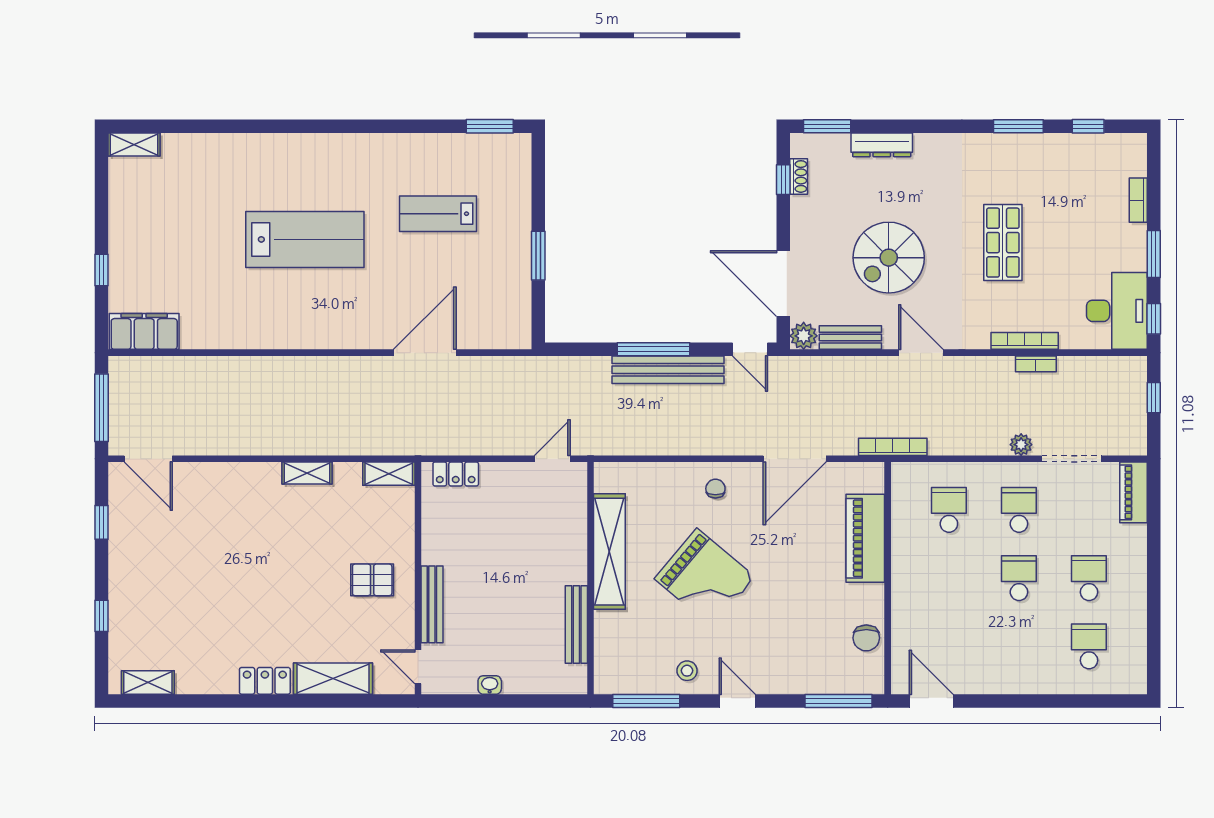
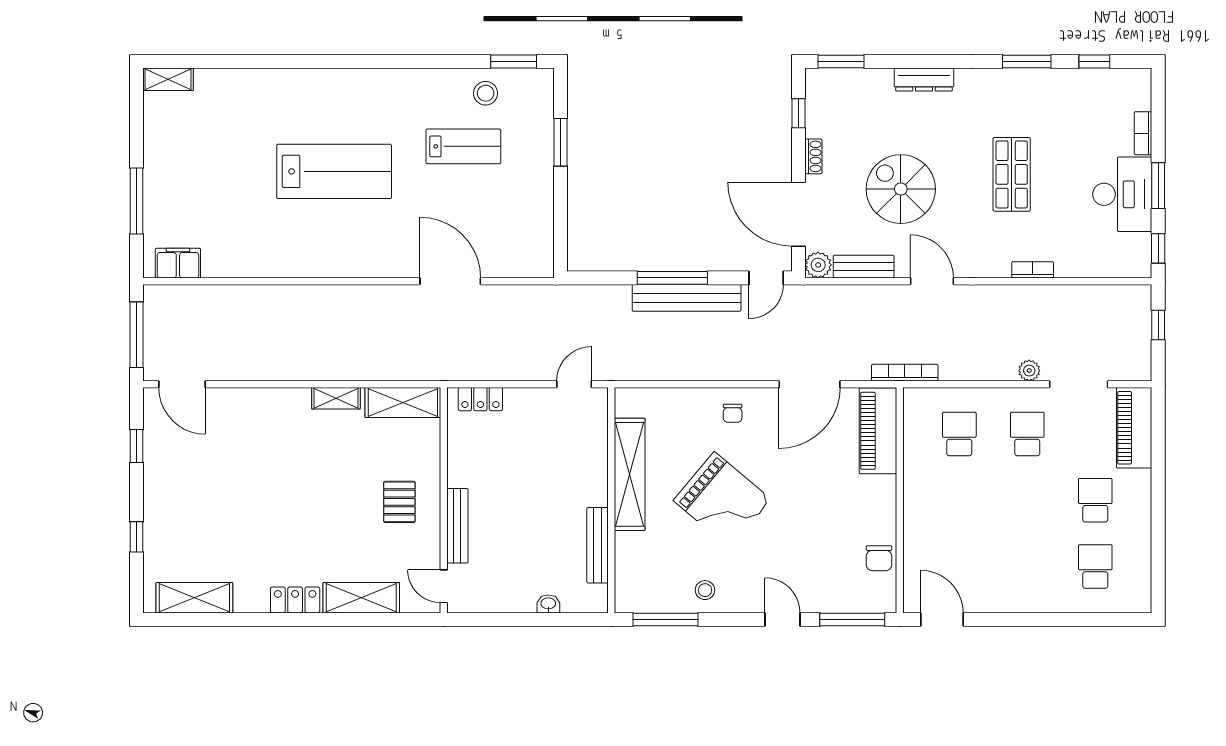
dresser: (882, 145) -> (924, 80), moved
stool: (461, 159) -> (486, 93), added
shoe rack: (799, 176) -> (813, 156), moved
lab bench: (438, 214) -> (463, 146), turned 180
window: (538, 256) -> (560, 142), moved
spiral stairs: (889, 258) -> (901, 189), turned 90
window: (101, 270) -> (136, 201), width x2.17
desk: (1117, 311) -> (1122, 194), moved
filing cabinet: (144, 331) -> (178, 263), width x0.67, depth x0.86
bookcase: (1025, 341) -> (1033, 270), width x0.64
door: (750, 349) -> (766, 278), hinge flipped
door: (425, 353) -> (450, 281), hinge flipped
bookcase: (1036, 364) -> (1044, 292), removed
shelving: (389, 474) -> (403, 402), width x1.50, depth x1.33
chair: (715, 489) -> (733, 413), turned 180
piano: (1133, 492) -> (1134, 428), width x1.37, depth x1.33
piano: (865, 538) -> (878, 431), moved
school desk: (1019, 578) -> (1027, 500), removed
pallet: (372, 580) -> (399, 502), turned 90
shelving: (148, 682) -> (194, 598), width x1.50, depth x1.33
washbasin: (490, 685) -> (548, 604), moved
door: (737, 701) -> (783, 619), moved

